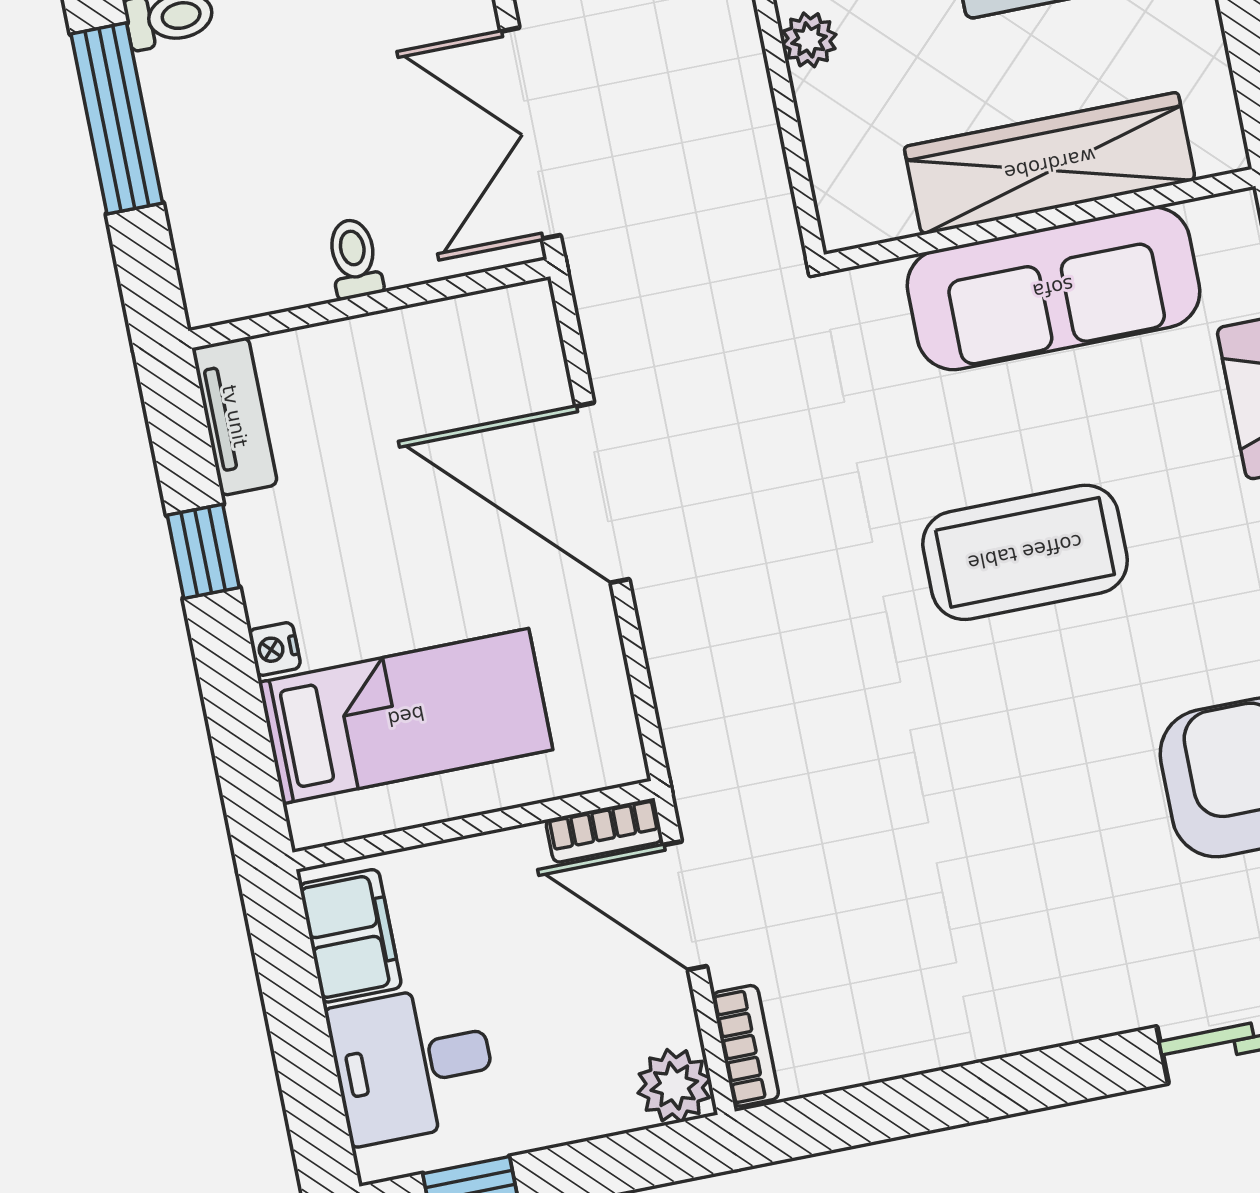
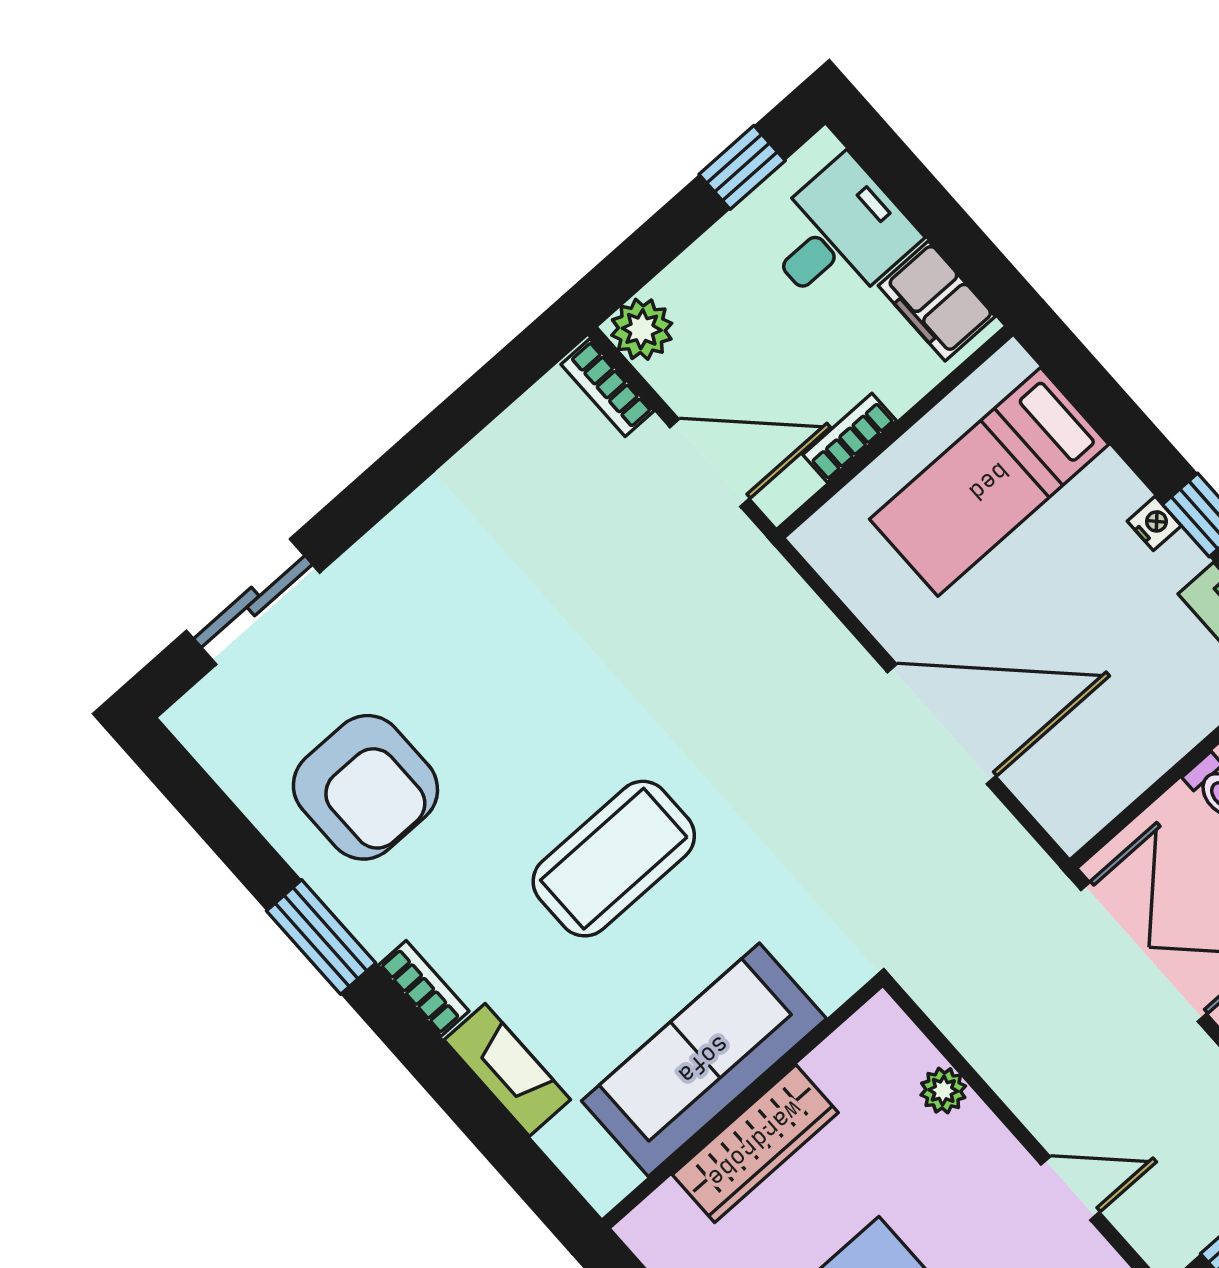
plant: (809, 40) -> (943, 1090), moved
wardrobe: (1050, 164) -> (755, 1144), width x0.71, depth x0.85
nightstand: (275, 649) -> (1154, 523), moved
bookcase: (604, 831) -> (850, 438), moved

